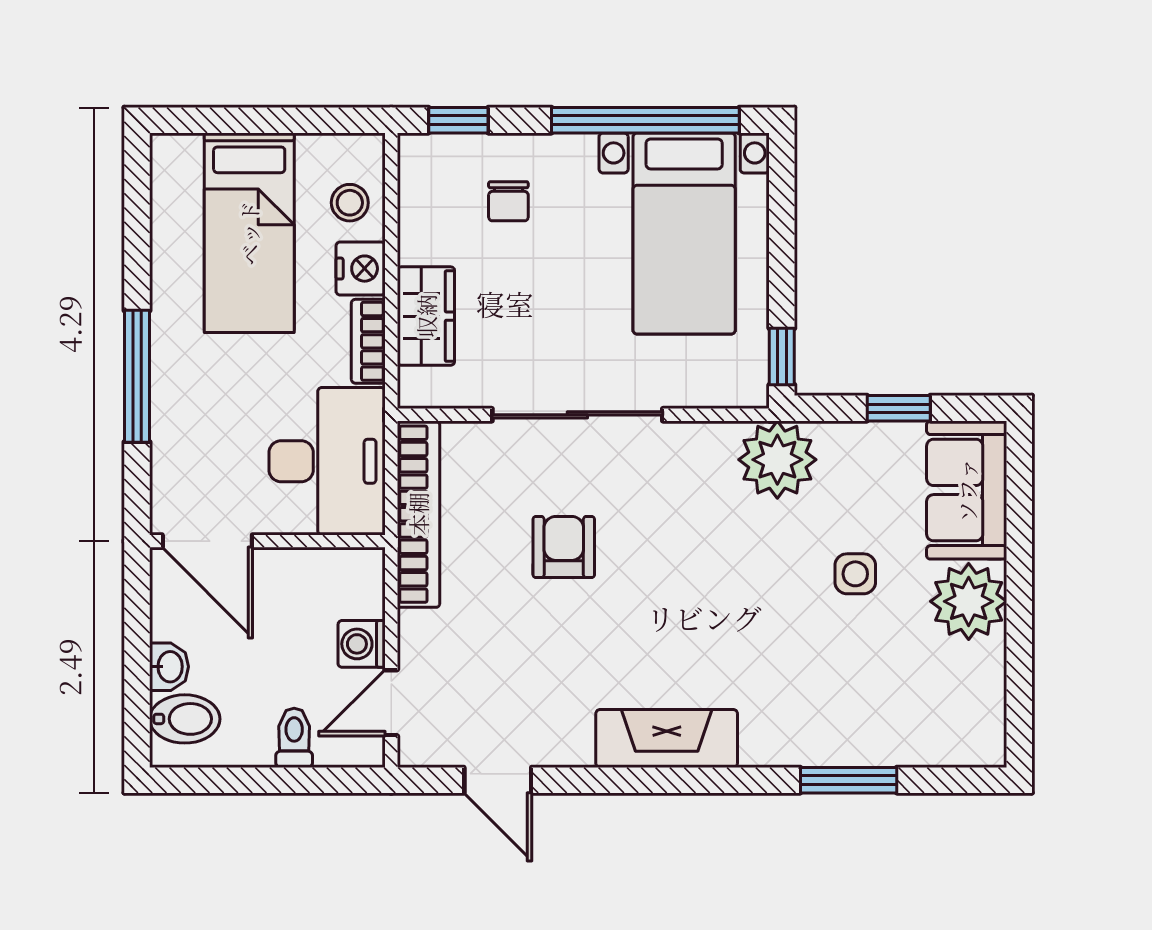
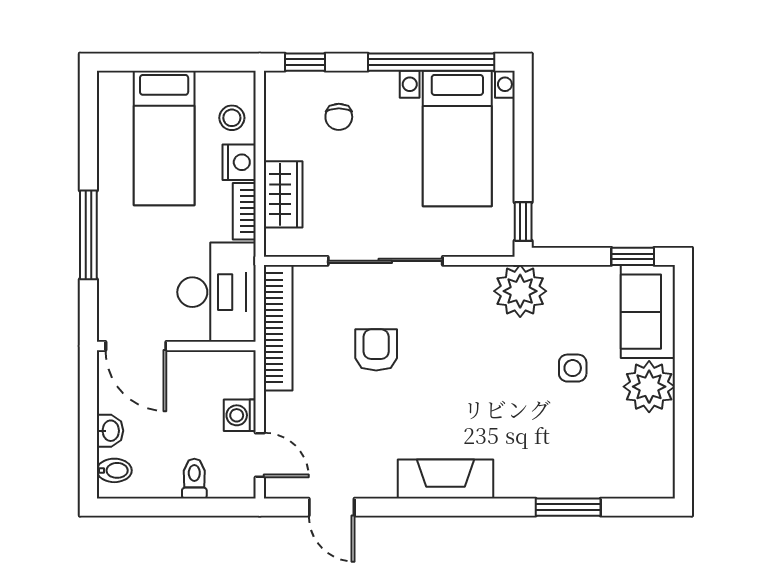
window: (899, 408) -> (633, 256), moved
door: (391, 703) -> (260, 455), swing flipped
bidet: (185, 719) -> (114, 470), width x0.72, depth x0.74

